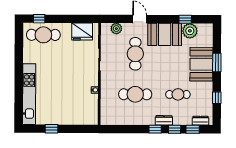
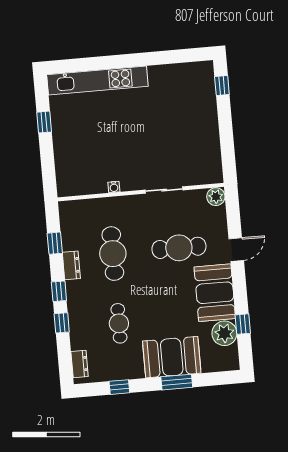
plant: (116, 29) -> (216, 197), moved
fridge: (82, 32) -> (207, 158), removed
cafe table: (43, 35) -> (196, 95), removed
dresser: (164, 120) -> (71, 265), moved
window: (193, 129) -> (55, 243), moved

